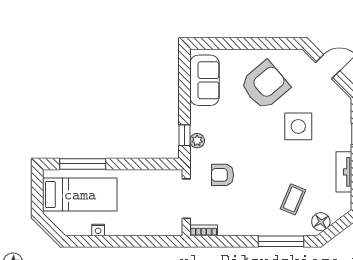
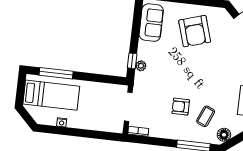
armchair: (265, 85) -> (195, 31), turned 113
side table: (298, 126) -> (215, 64), removed
armchair: (222, 175) -> (181, 107), moved

